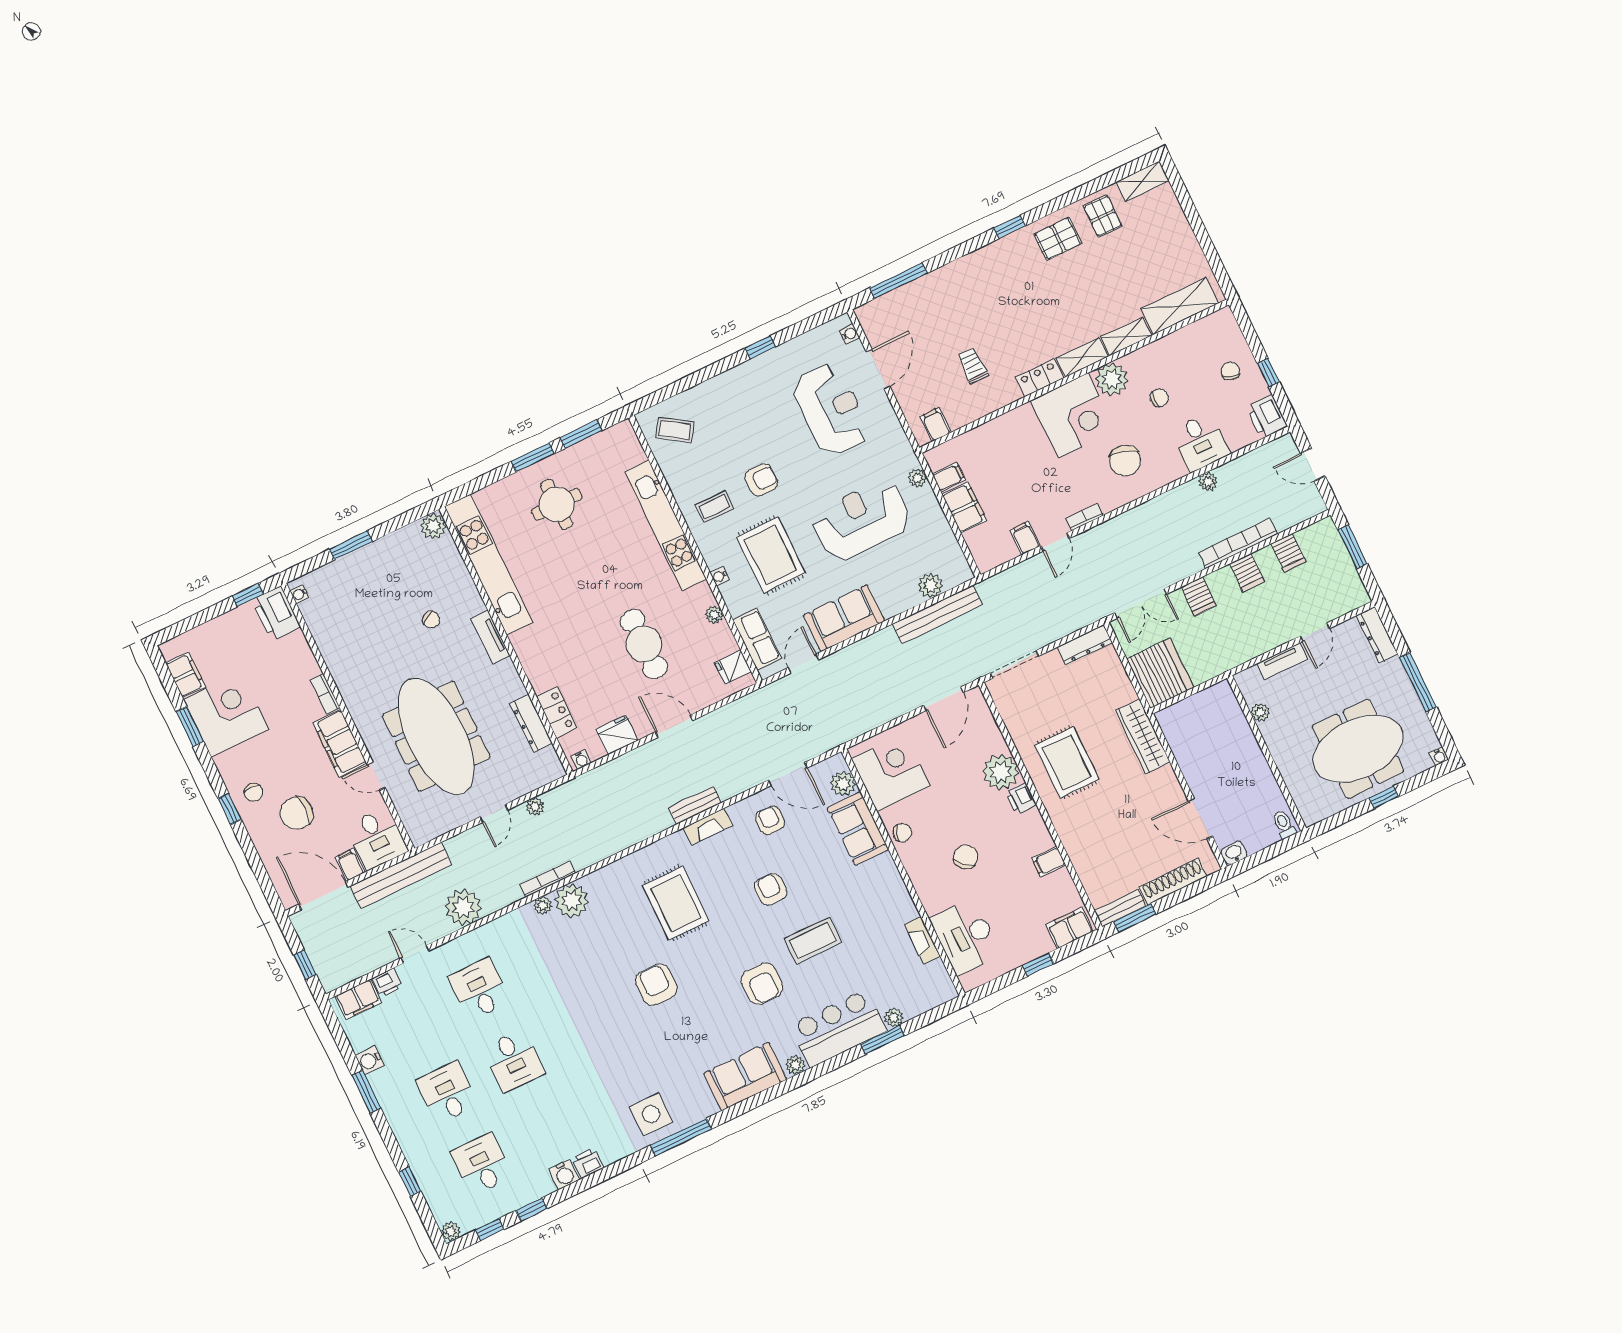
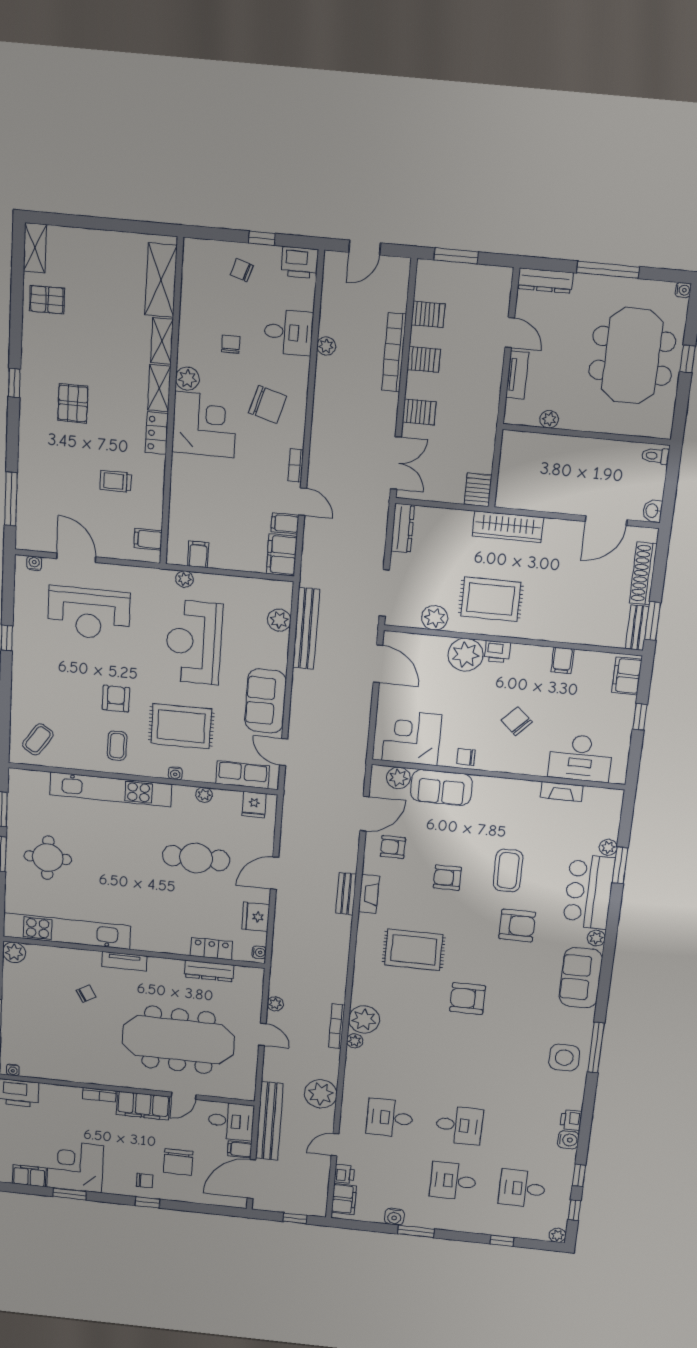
pallet: (1058, 239) -> (73, 403), moved
plant: (1112, 379) -> (187, 379), width x0.73, depth x0.73
reception desk: (831, 409) -> (89, 613), turned 180
filing cabinet: (964, 508) -> (282, 555), moved, turned -90
server rack: (1160, 673) -> (478, 490), width x0.46, depth x0.70
plant: (1019, 723) -> (435, 618), added
chair: (902, 833) -> (466, 757), turned -109

